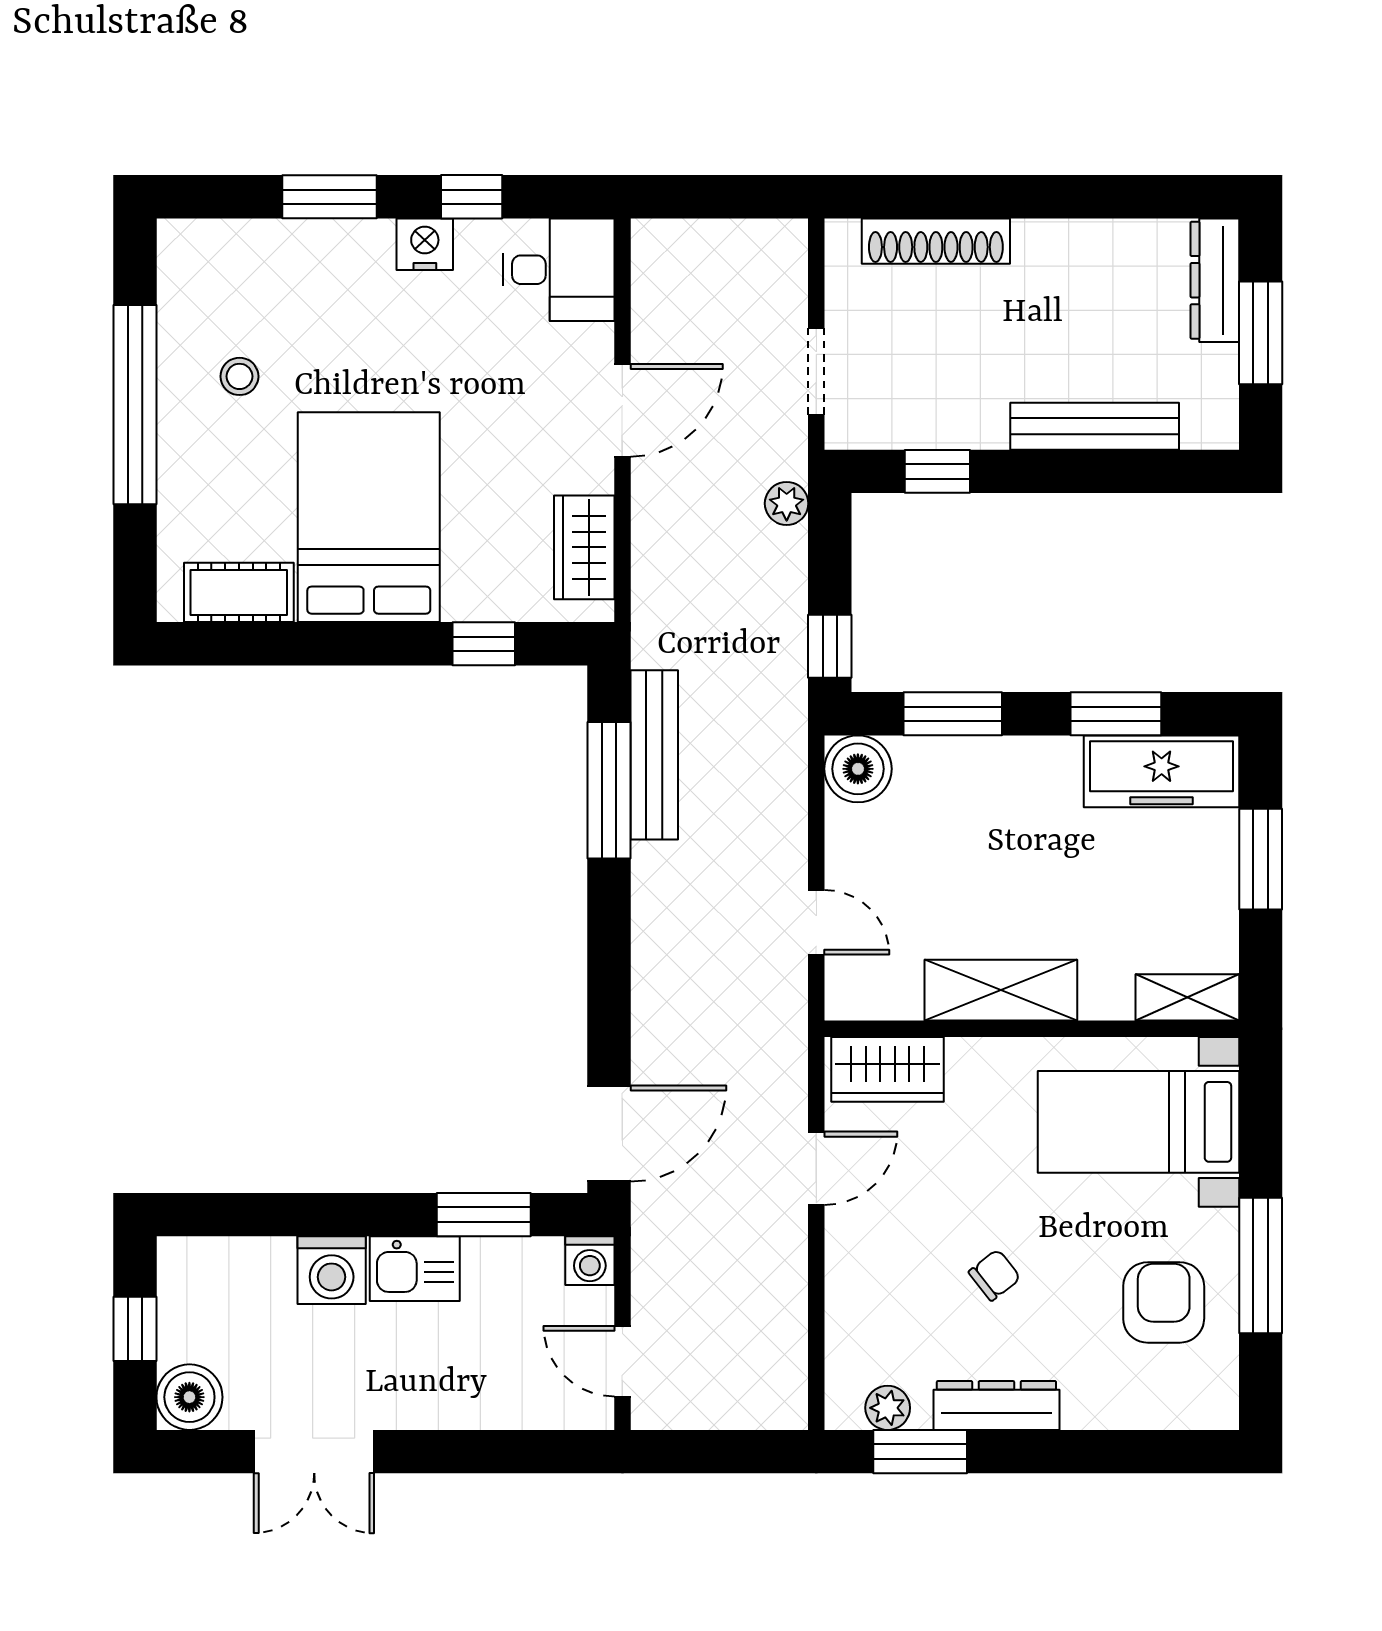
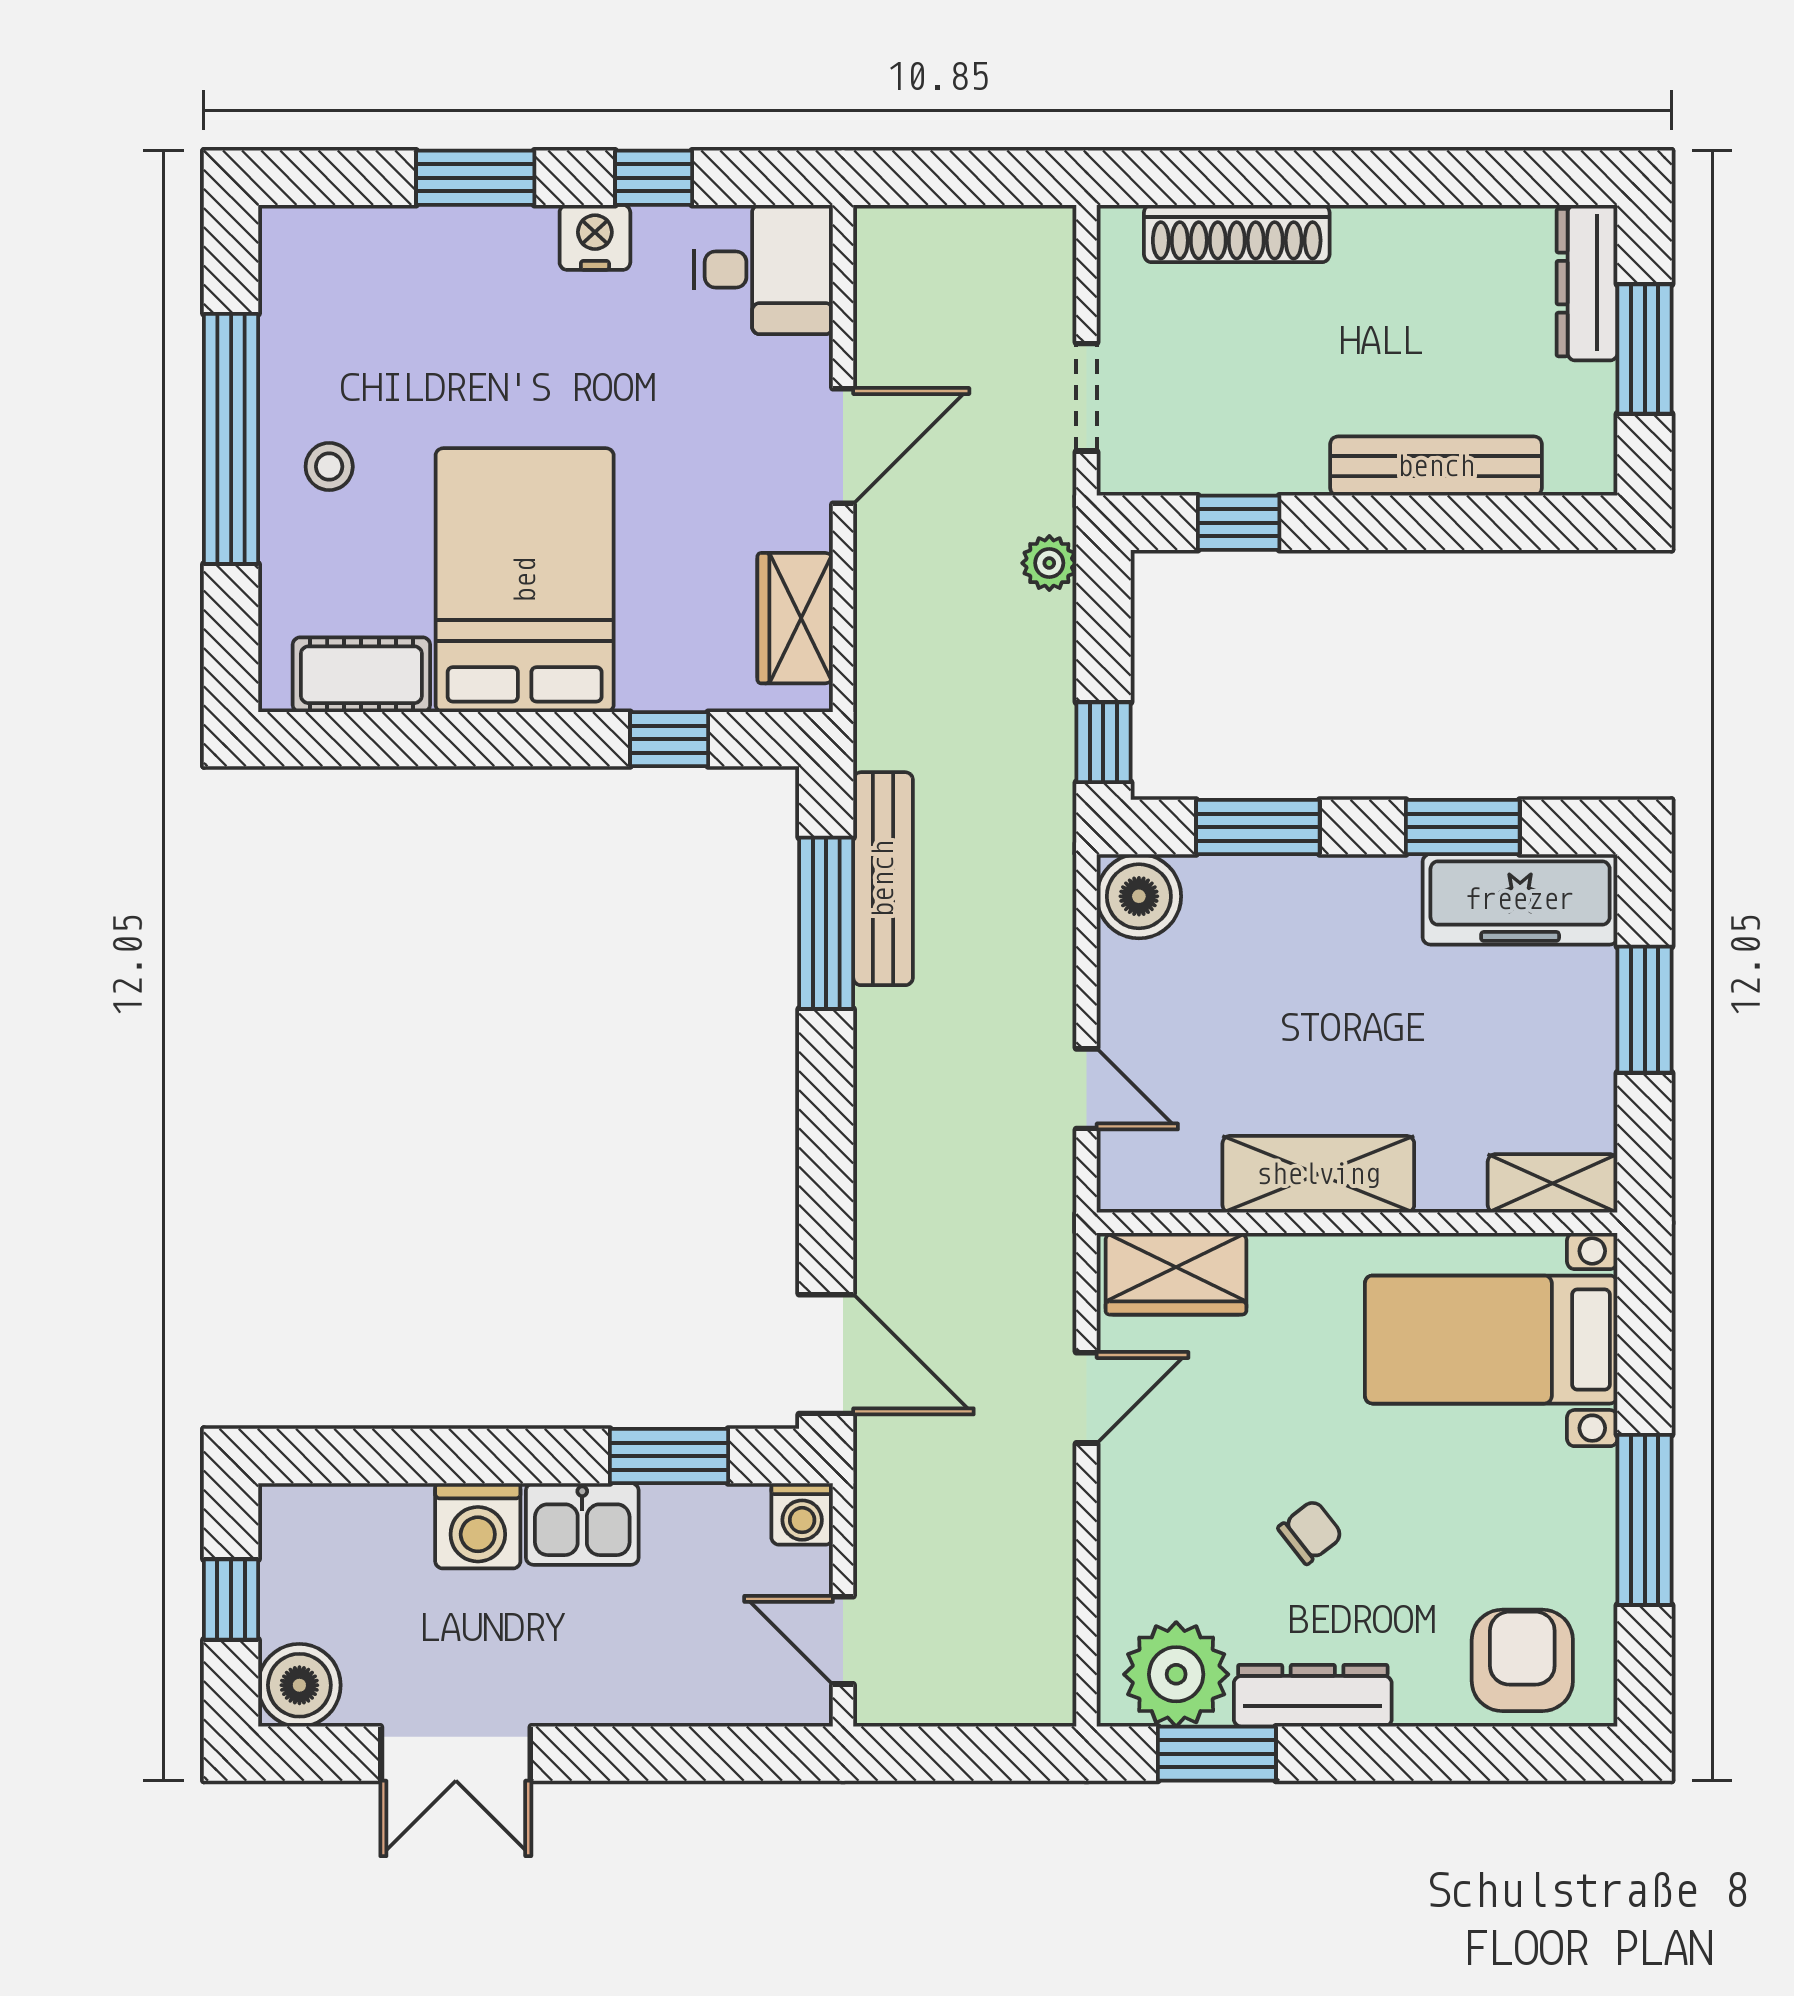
stool: (239, 376) -> (329, 467), moved
door: (609, 1134) -> (826, 1354), hinge flipped
armchair: (1164, 1302) -> (1522, 1660), moved
plant: (888, 1408) -> (1176, 1674), width x1.88, depth x1.88

